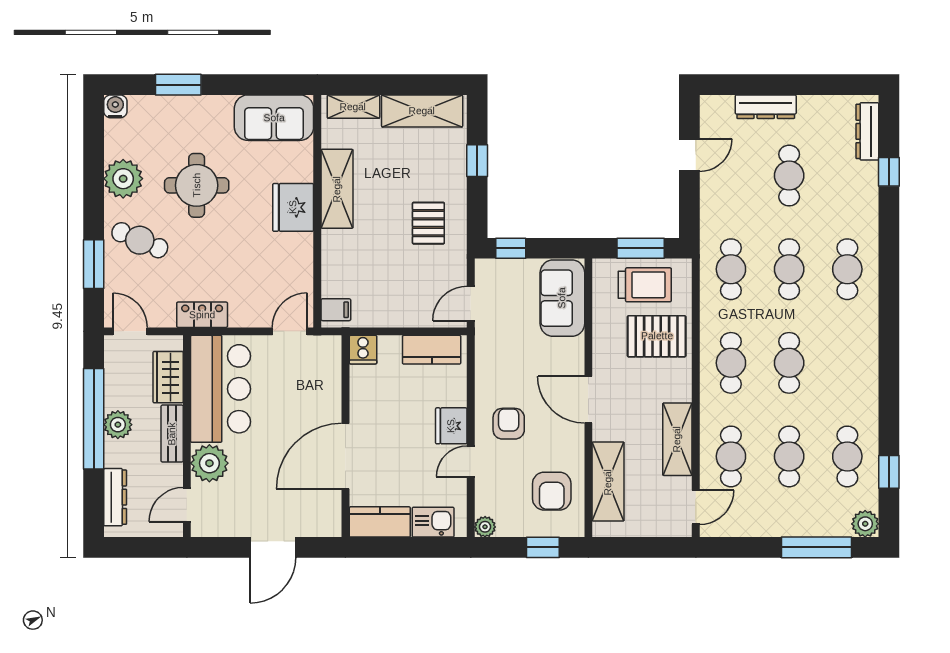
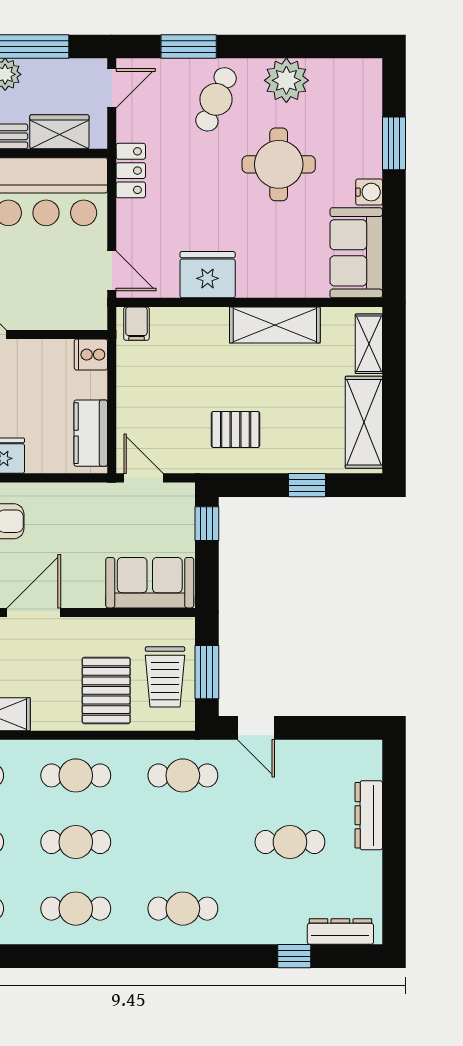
water cooler: (115, 106) -> (369, 192), moved
door: (689, 155) -> (256, 728), moved
fridge: (293, 207) -> (208, 275), moved
cafe table: (789, 269) -> (76, 909), moved

